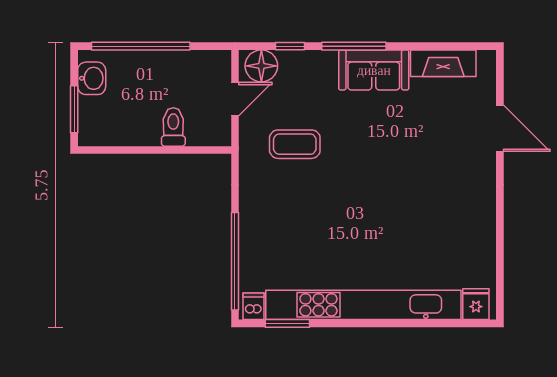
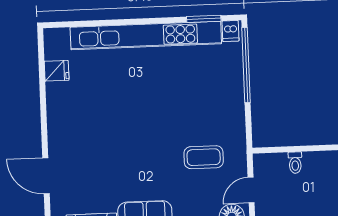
toilet: (173, 127) -> (295, 163), width x0.73, depth x0.72
fridge: (476, 304) -> (57, 71), moved, turned -90

